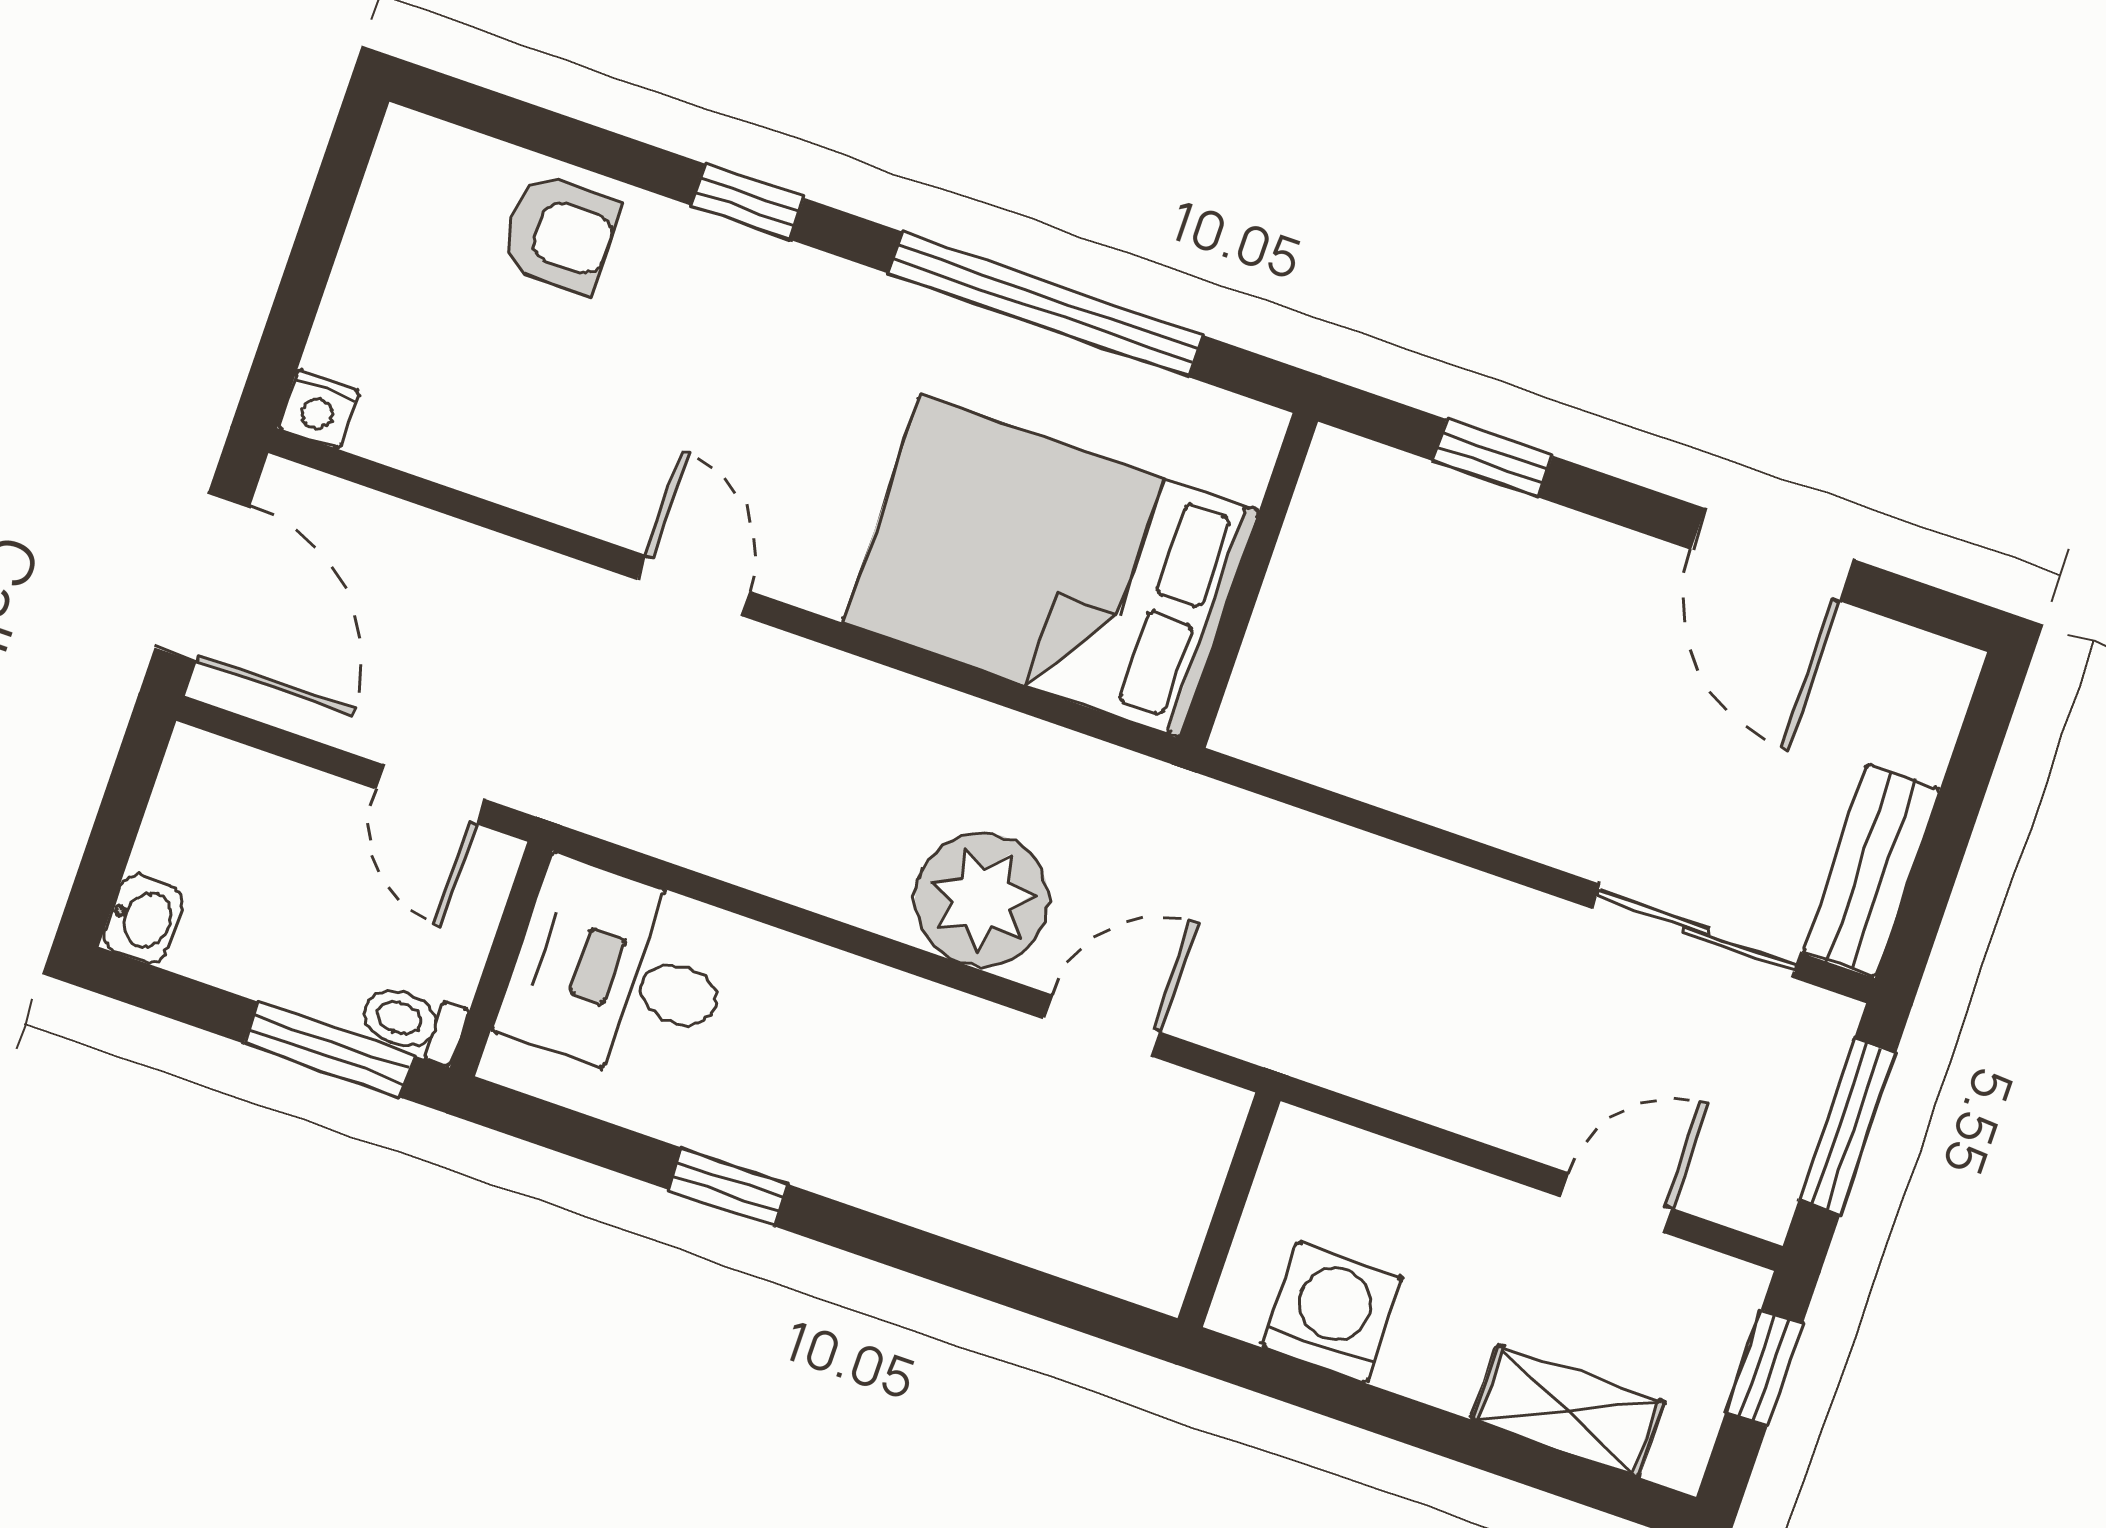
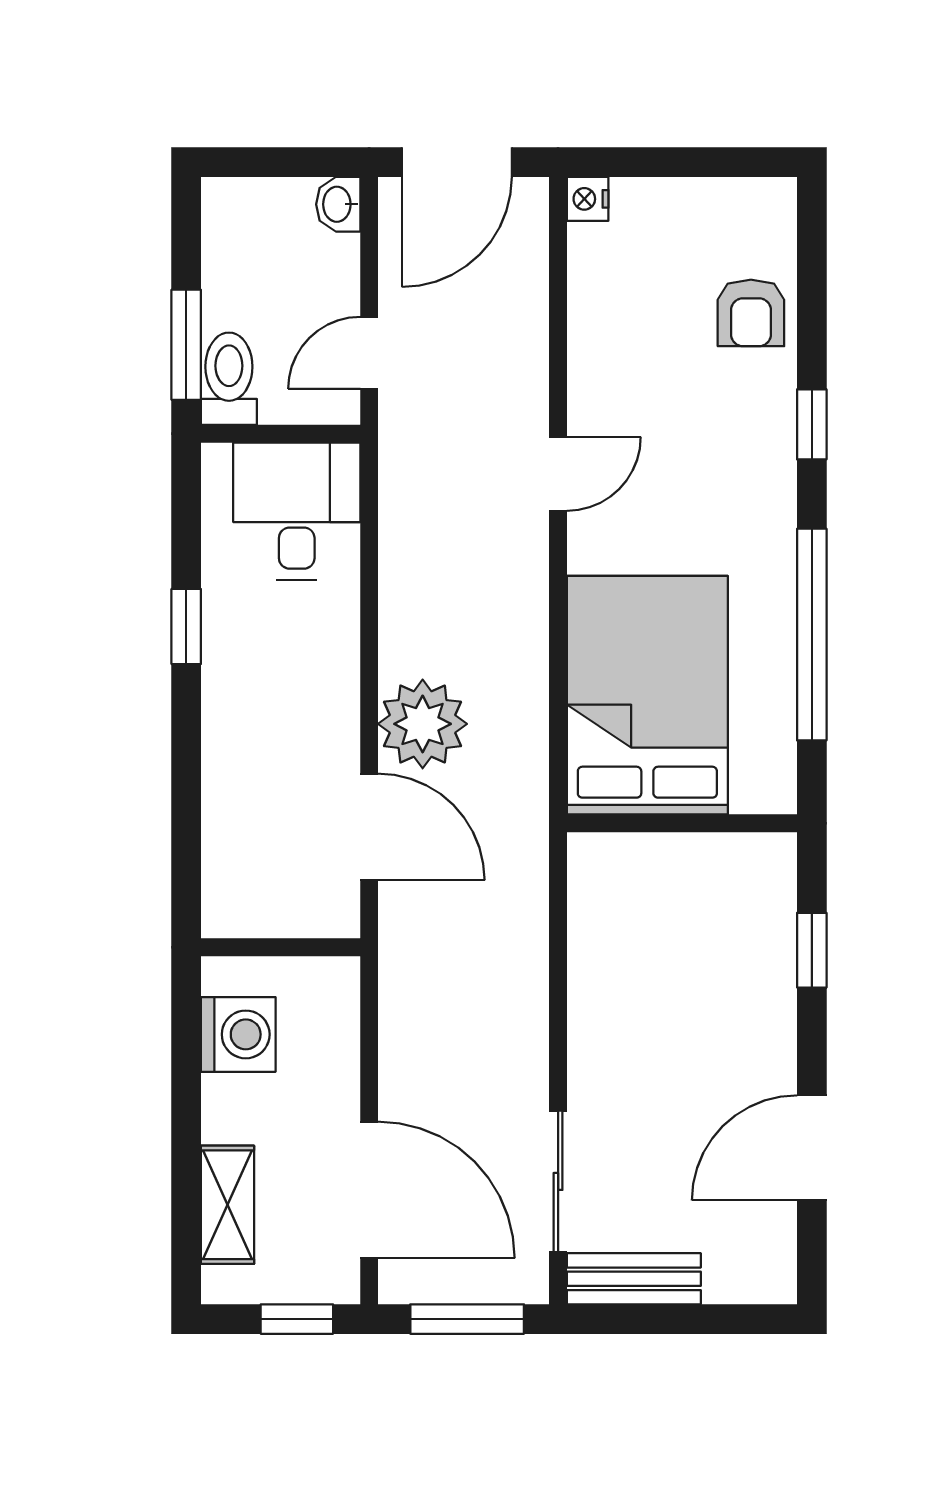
washbasin: (143, 919) -> (338, 204), moved, turned 90
toilet: (413, 1022) -> (229, 379), width x1.37, depth x1.39
door: (1102, 1026) -> (369, 827), width x1.38
door: (1616, 1203) -> (369, 1190), width x1.87

